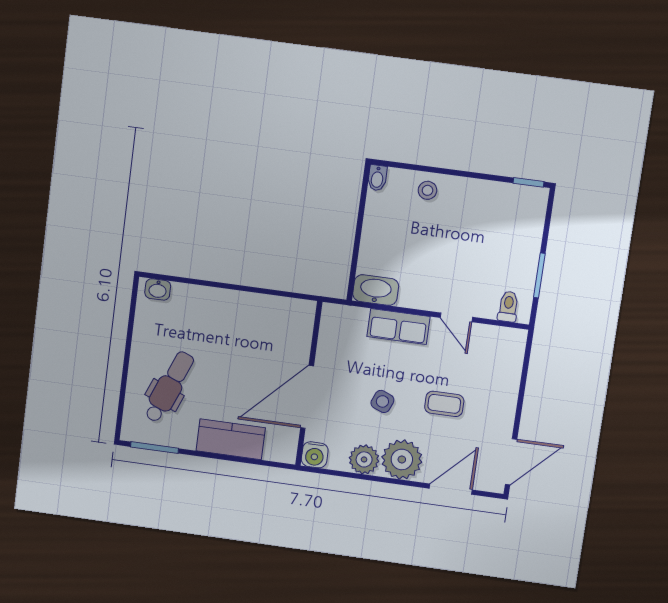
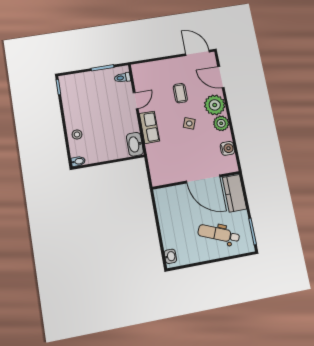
wall: (309, 384) -> (196, 180), moved
door: (307, 397) -> (203, 179), moved

